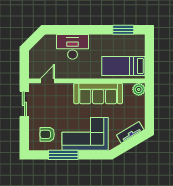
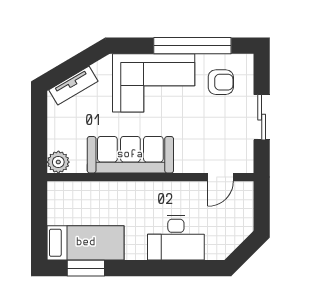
bed: (123, 66) -> (86, 243), moved
sliding door: (24, 104) -> (262, 117), moved
window: (63, 155) -> (192, 46), width x1.46

